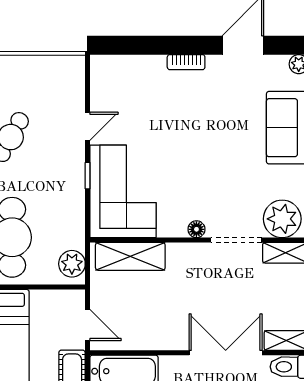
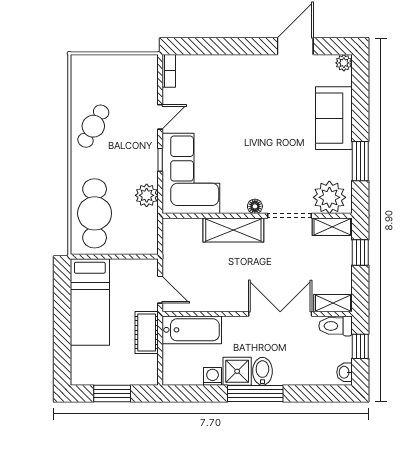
bookcase: (186, 62) -> (169, 71), moved, turned -90
shelving: (130, 256) -> (233, 230), moved
plant: (72, 264) -> (147, 195), moved

